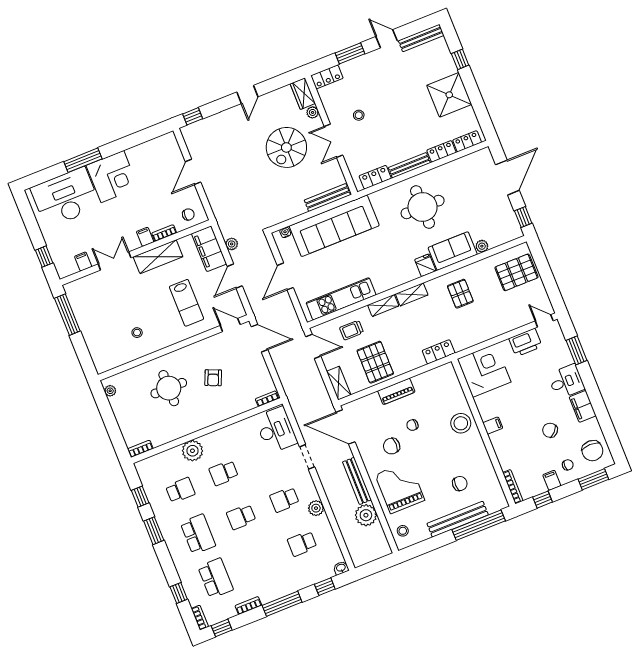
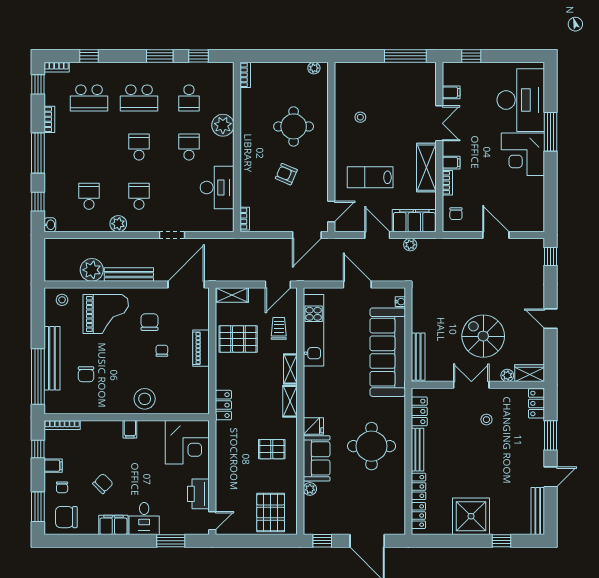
desk: (276, 430) -> (217, 188), moved, turned -90

